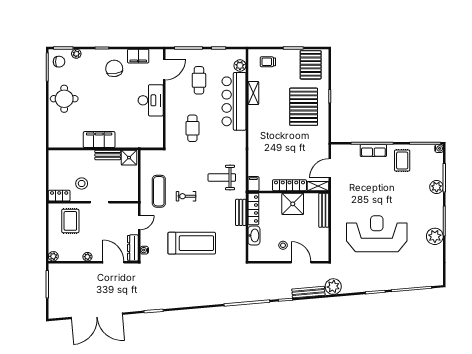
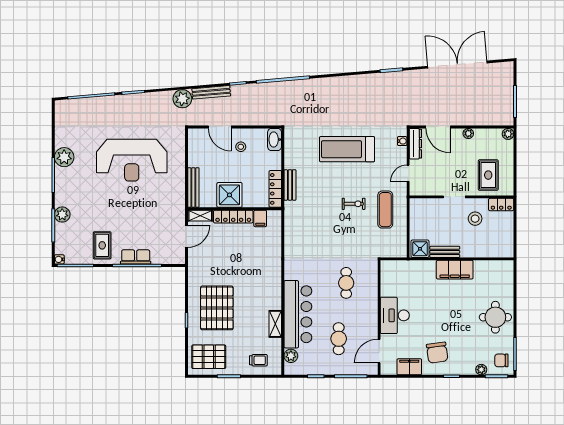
pallet: (311, 65) -> (209, 357), turned 90
weight bench: (222, 177) -> (312, 226), removed
filing cabinet: (253, 184) -> (260, 218), moved
washbasin: (254, 235) -> (275, 140), moved

